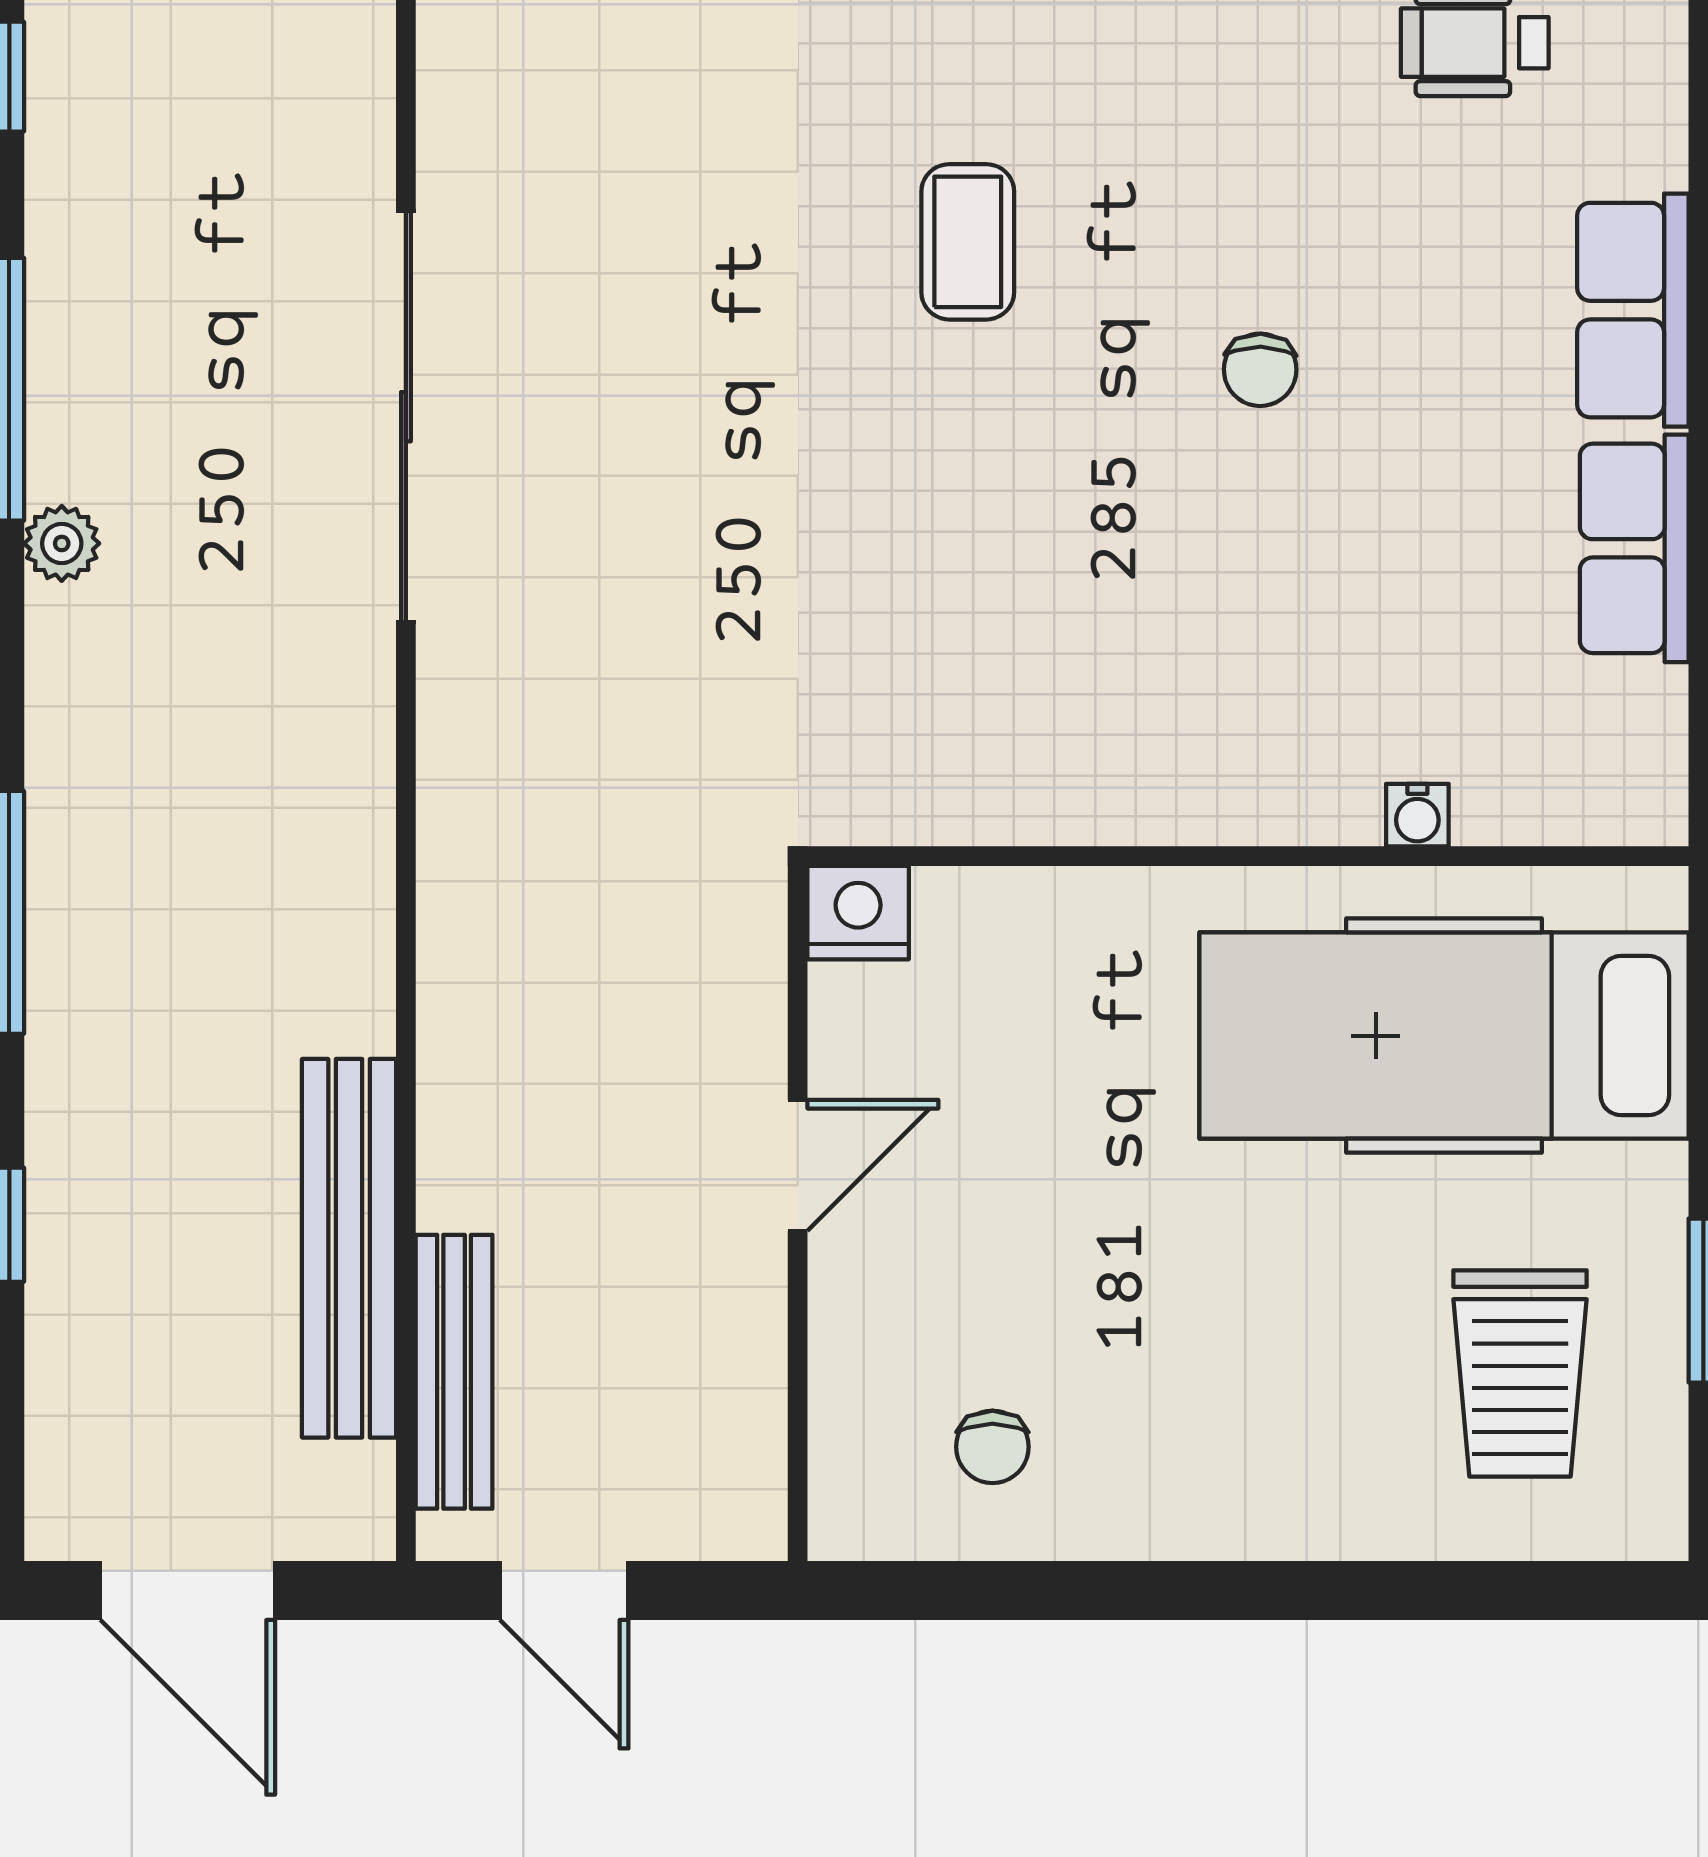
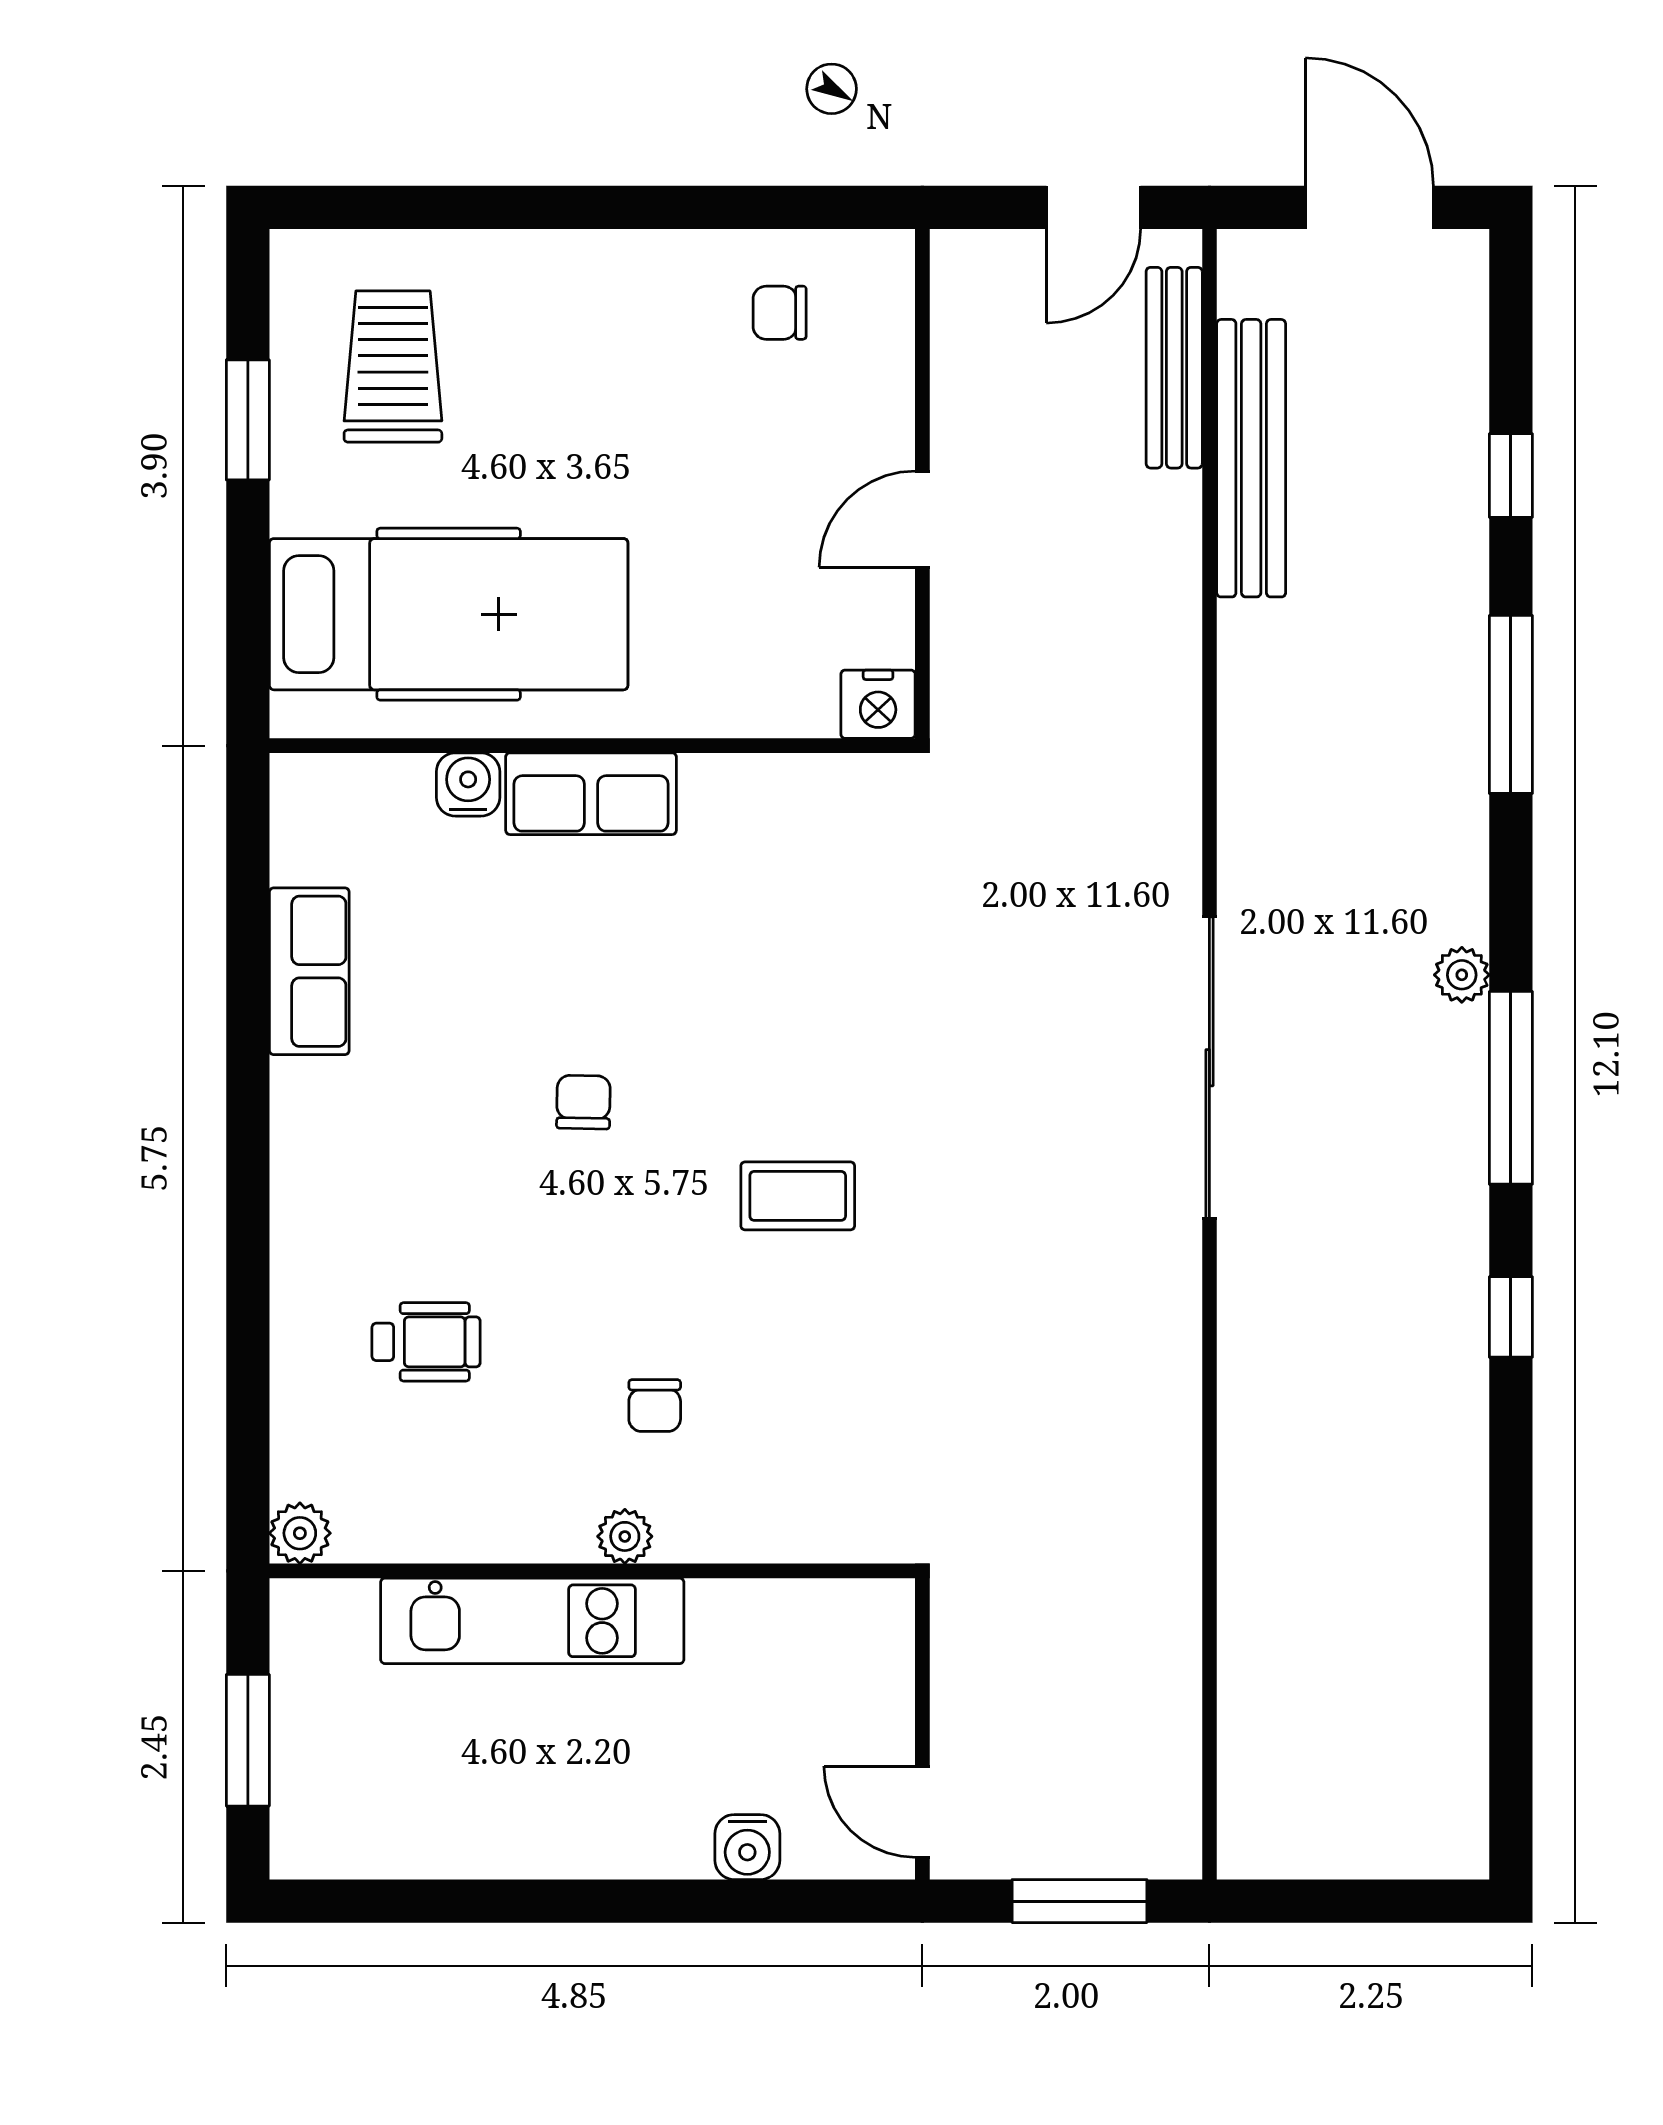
coffee table: (968, 242) -> (798, 1196), turned 90
row of seats: (1633, 310) -> (591, 794), moved, turned 90
water cooler: (1417, 815) -> (468, 784), width x1.38, depth x1.38
chair: (992, 1447) -> (780, 313), turned -90
door: (564, 1591) -> (1094, 207), swing flipped

